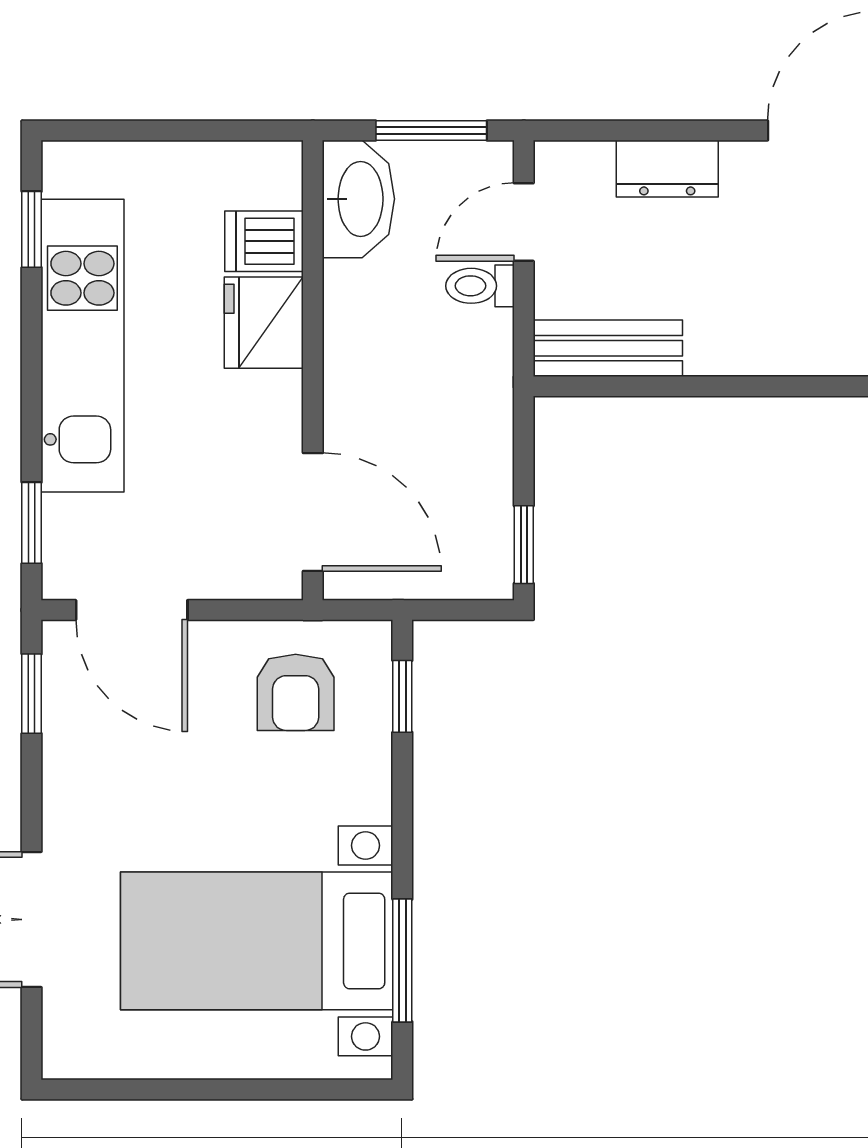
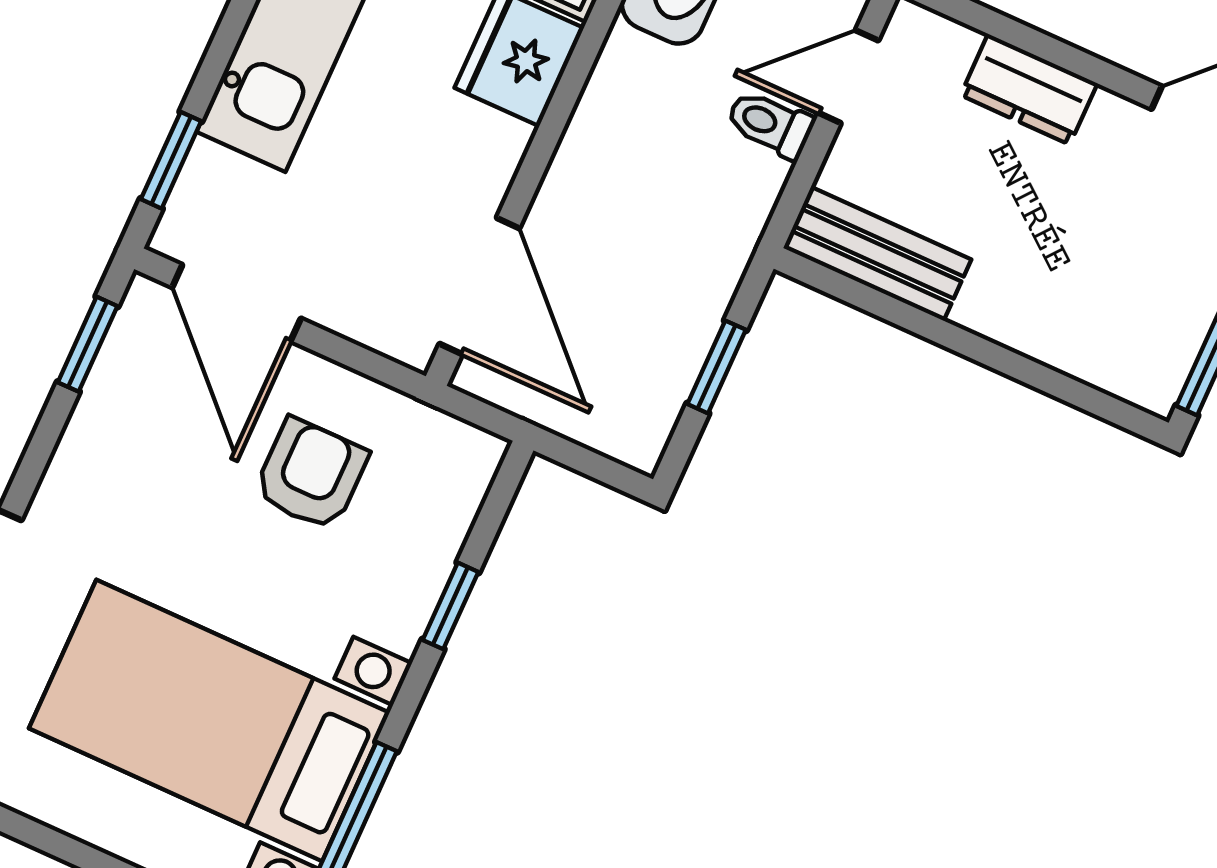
window: (524, 545) -> (717, 367), moved
armchair: (296, 692) -> (311, 474), moved, turned 180
window: (402, 696) -> (450, 606), moved

